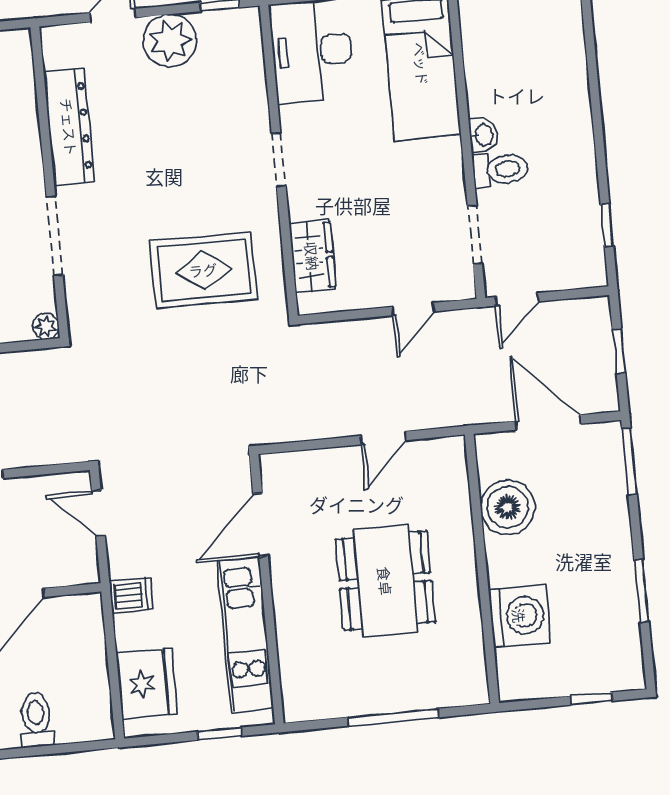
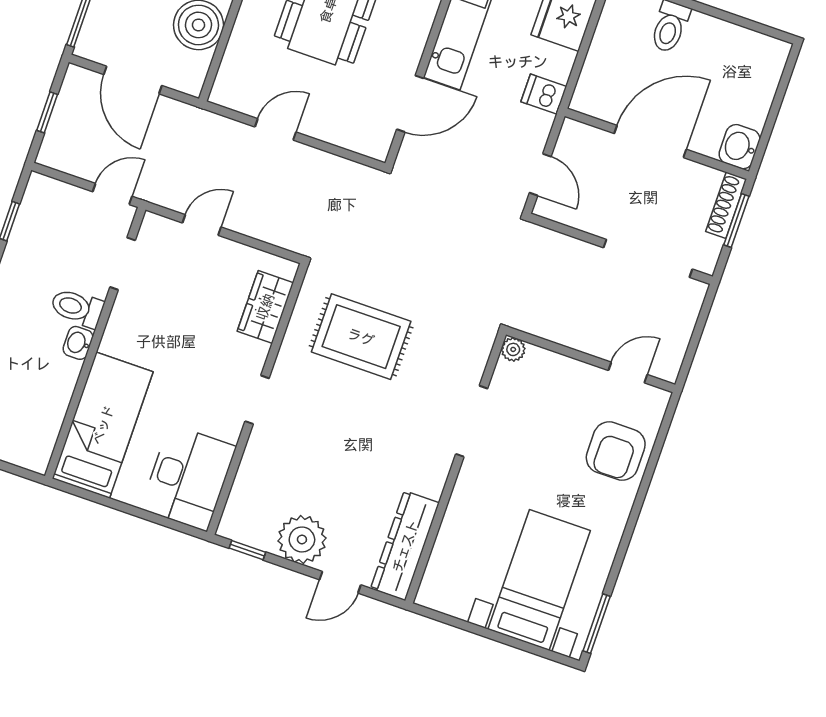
dresser: (69, 127) -> (405, 546), moved

